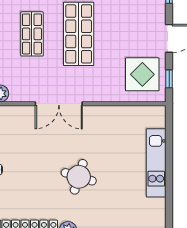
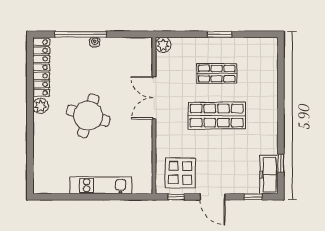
round table: (79, 177) -> (88, 116), width x1.36, depth x1.36

